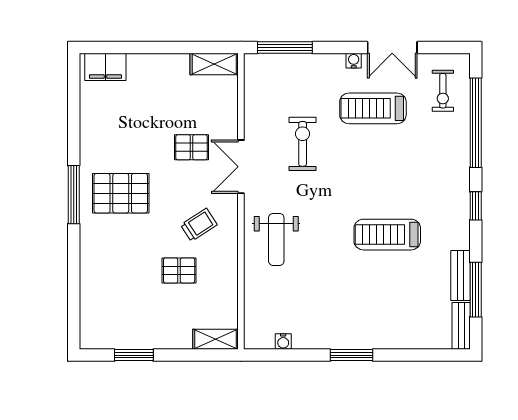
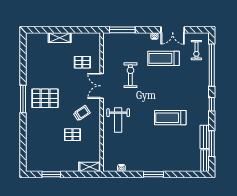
shelving: (214, 64) -> (60, 38), moved
filing cabinet: (105, 67) -> (38, 39), removed
pallet: (192, 147) -> (82, 62), moved

